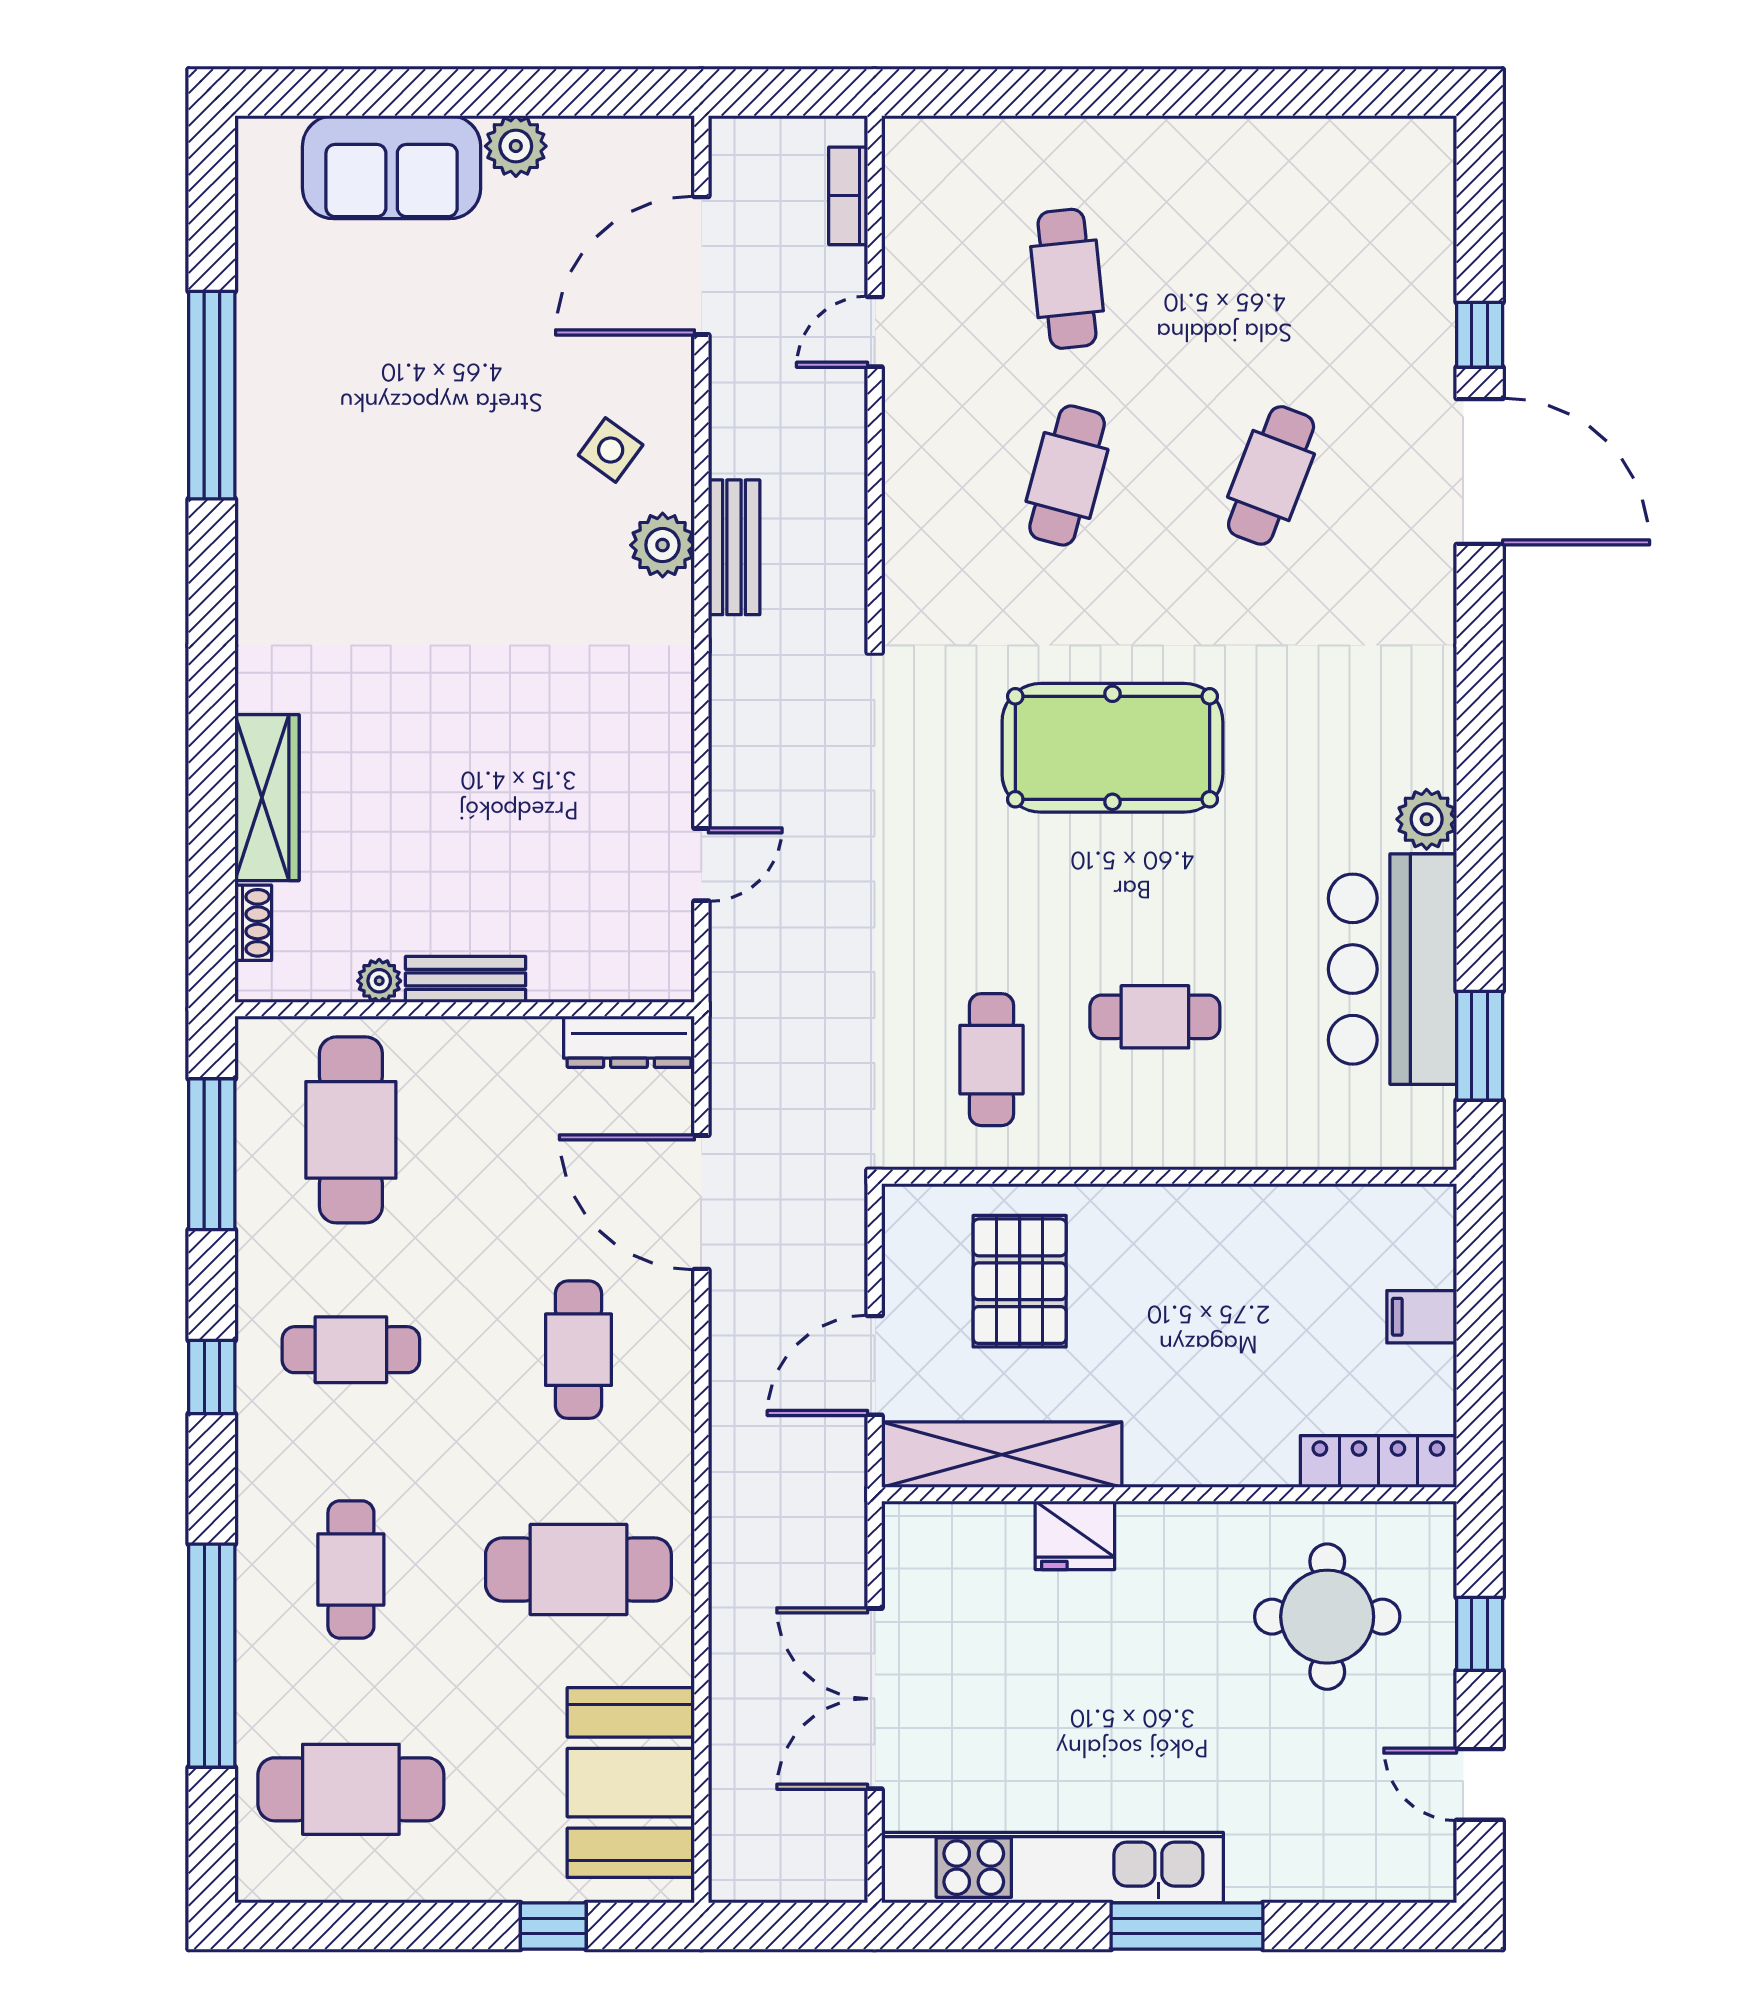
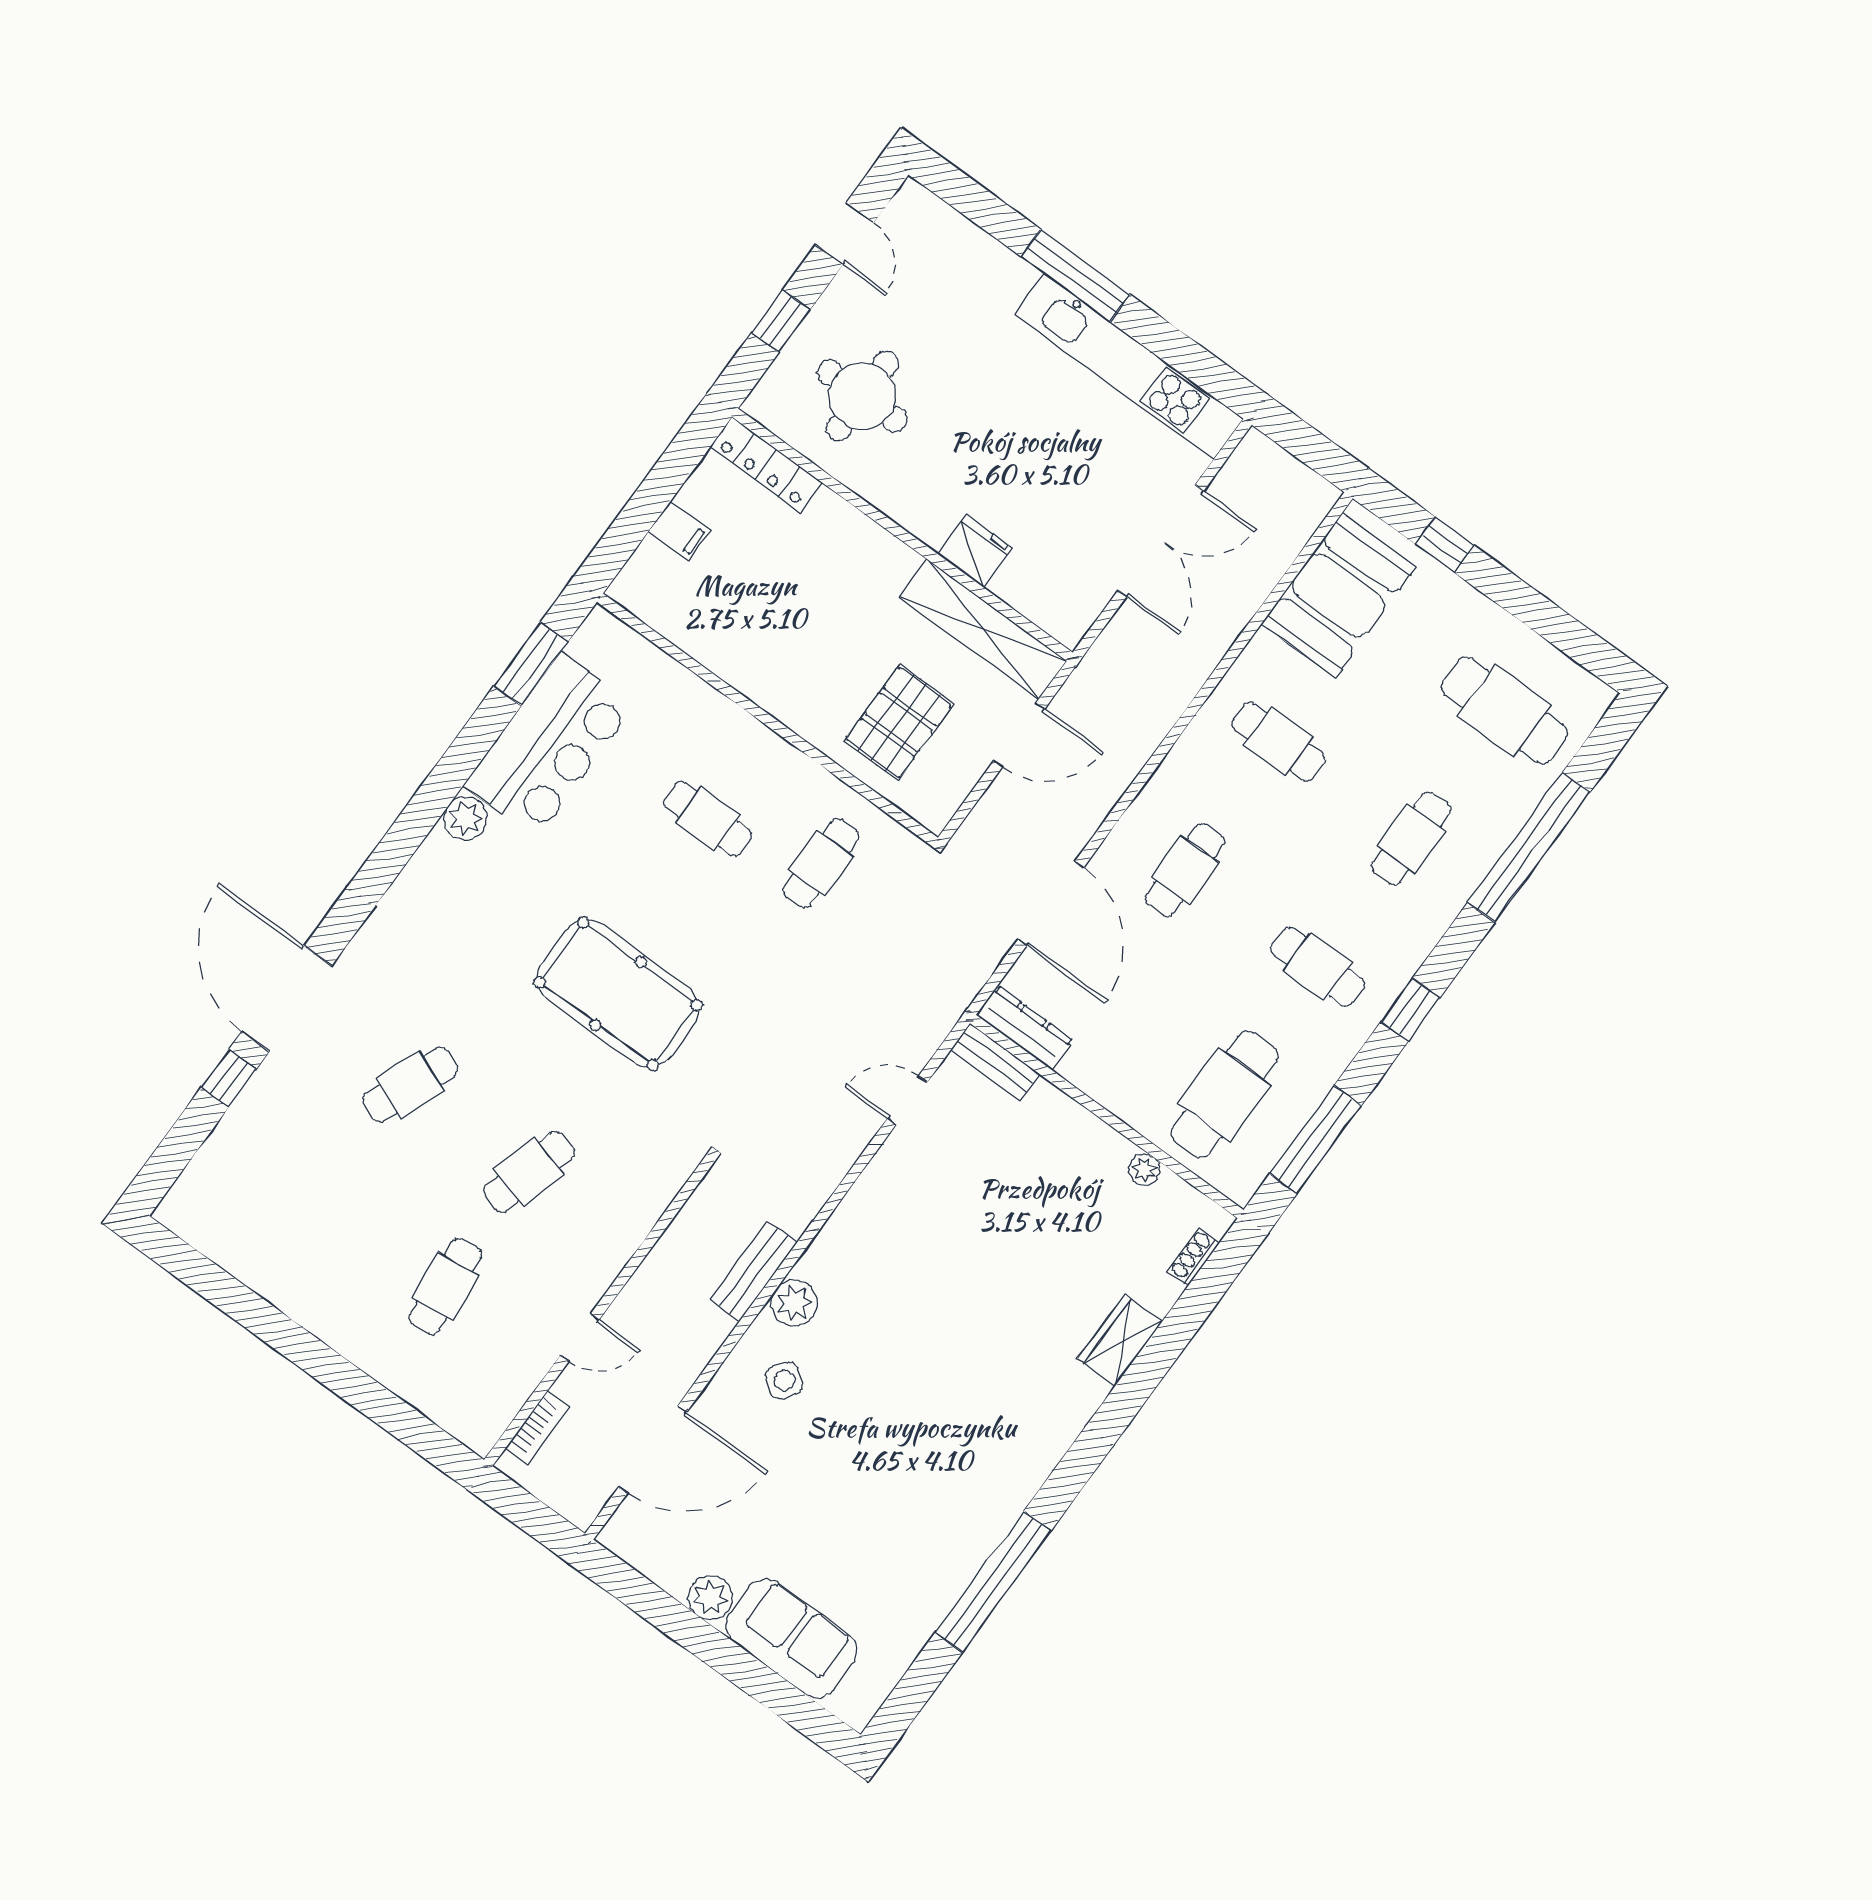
wardrobe: (267, 798) -> (1120, 1340), width x0.67
bench: (466, 979) -> (995, 1062), moved
cafe table: (578, 1569) -> (1278, 742), width x0.73, depth x0.74

